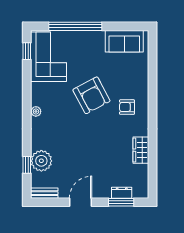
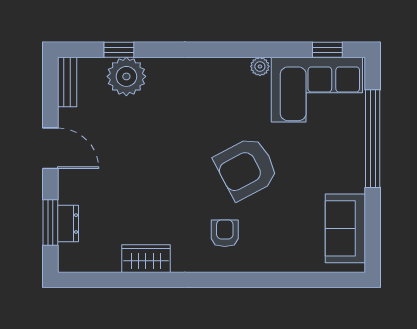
plant: (36, 111) -> (260, 66), moved

